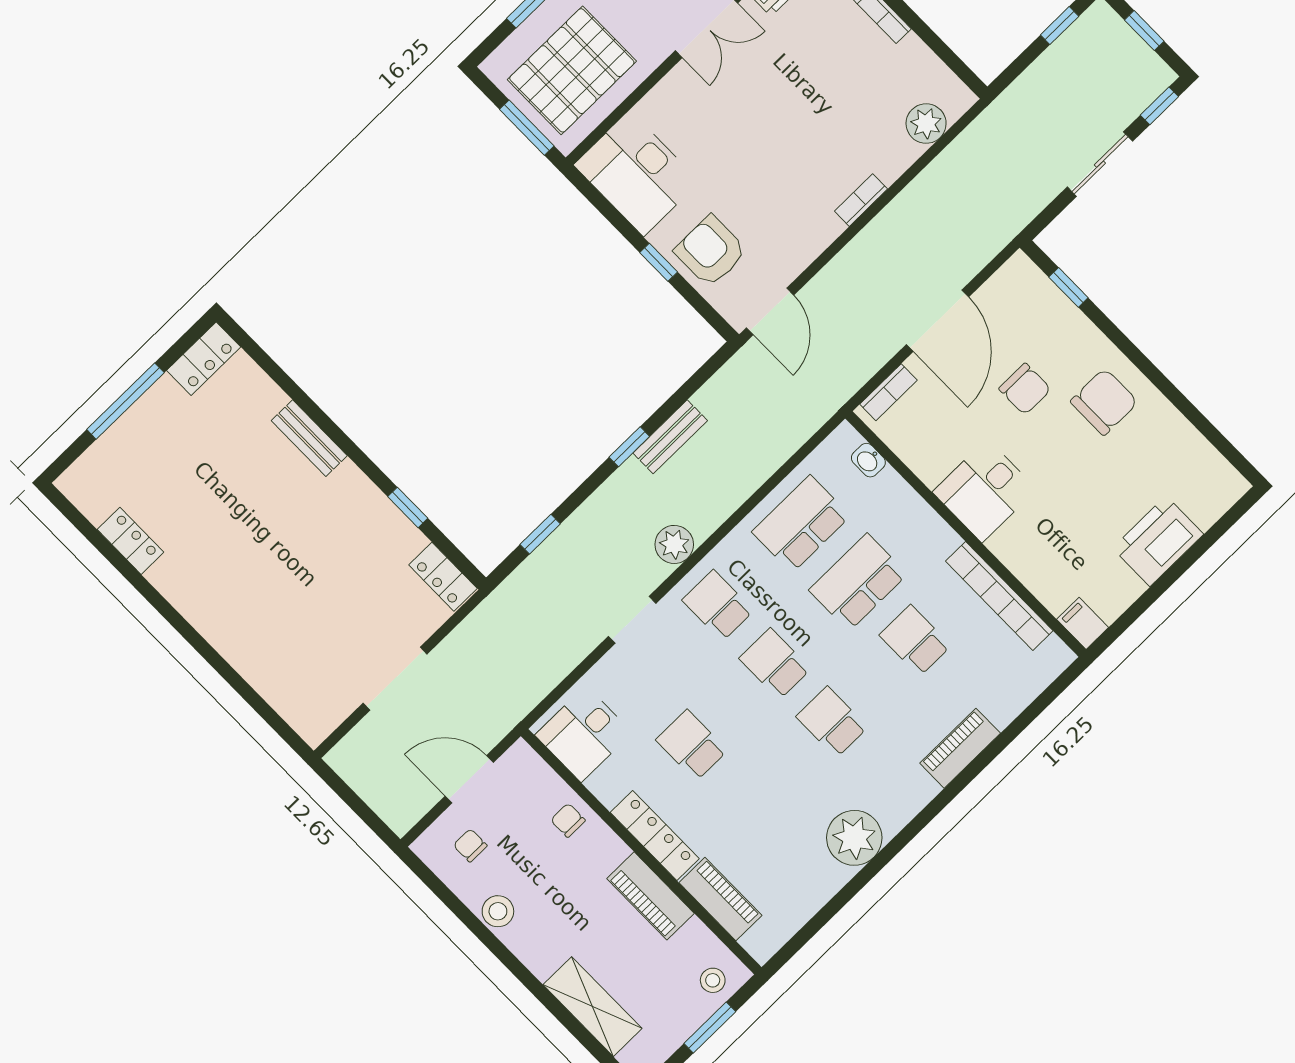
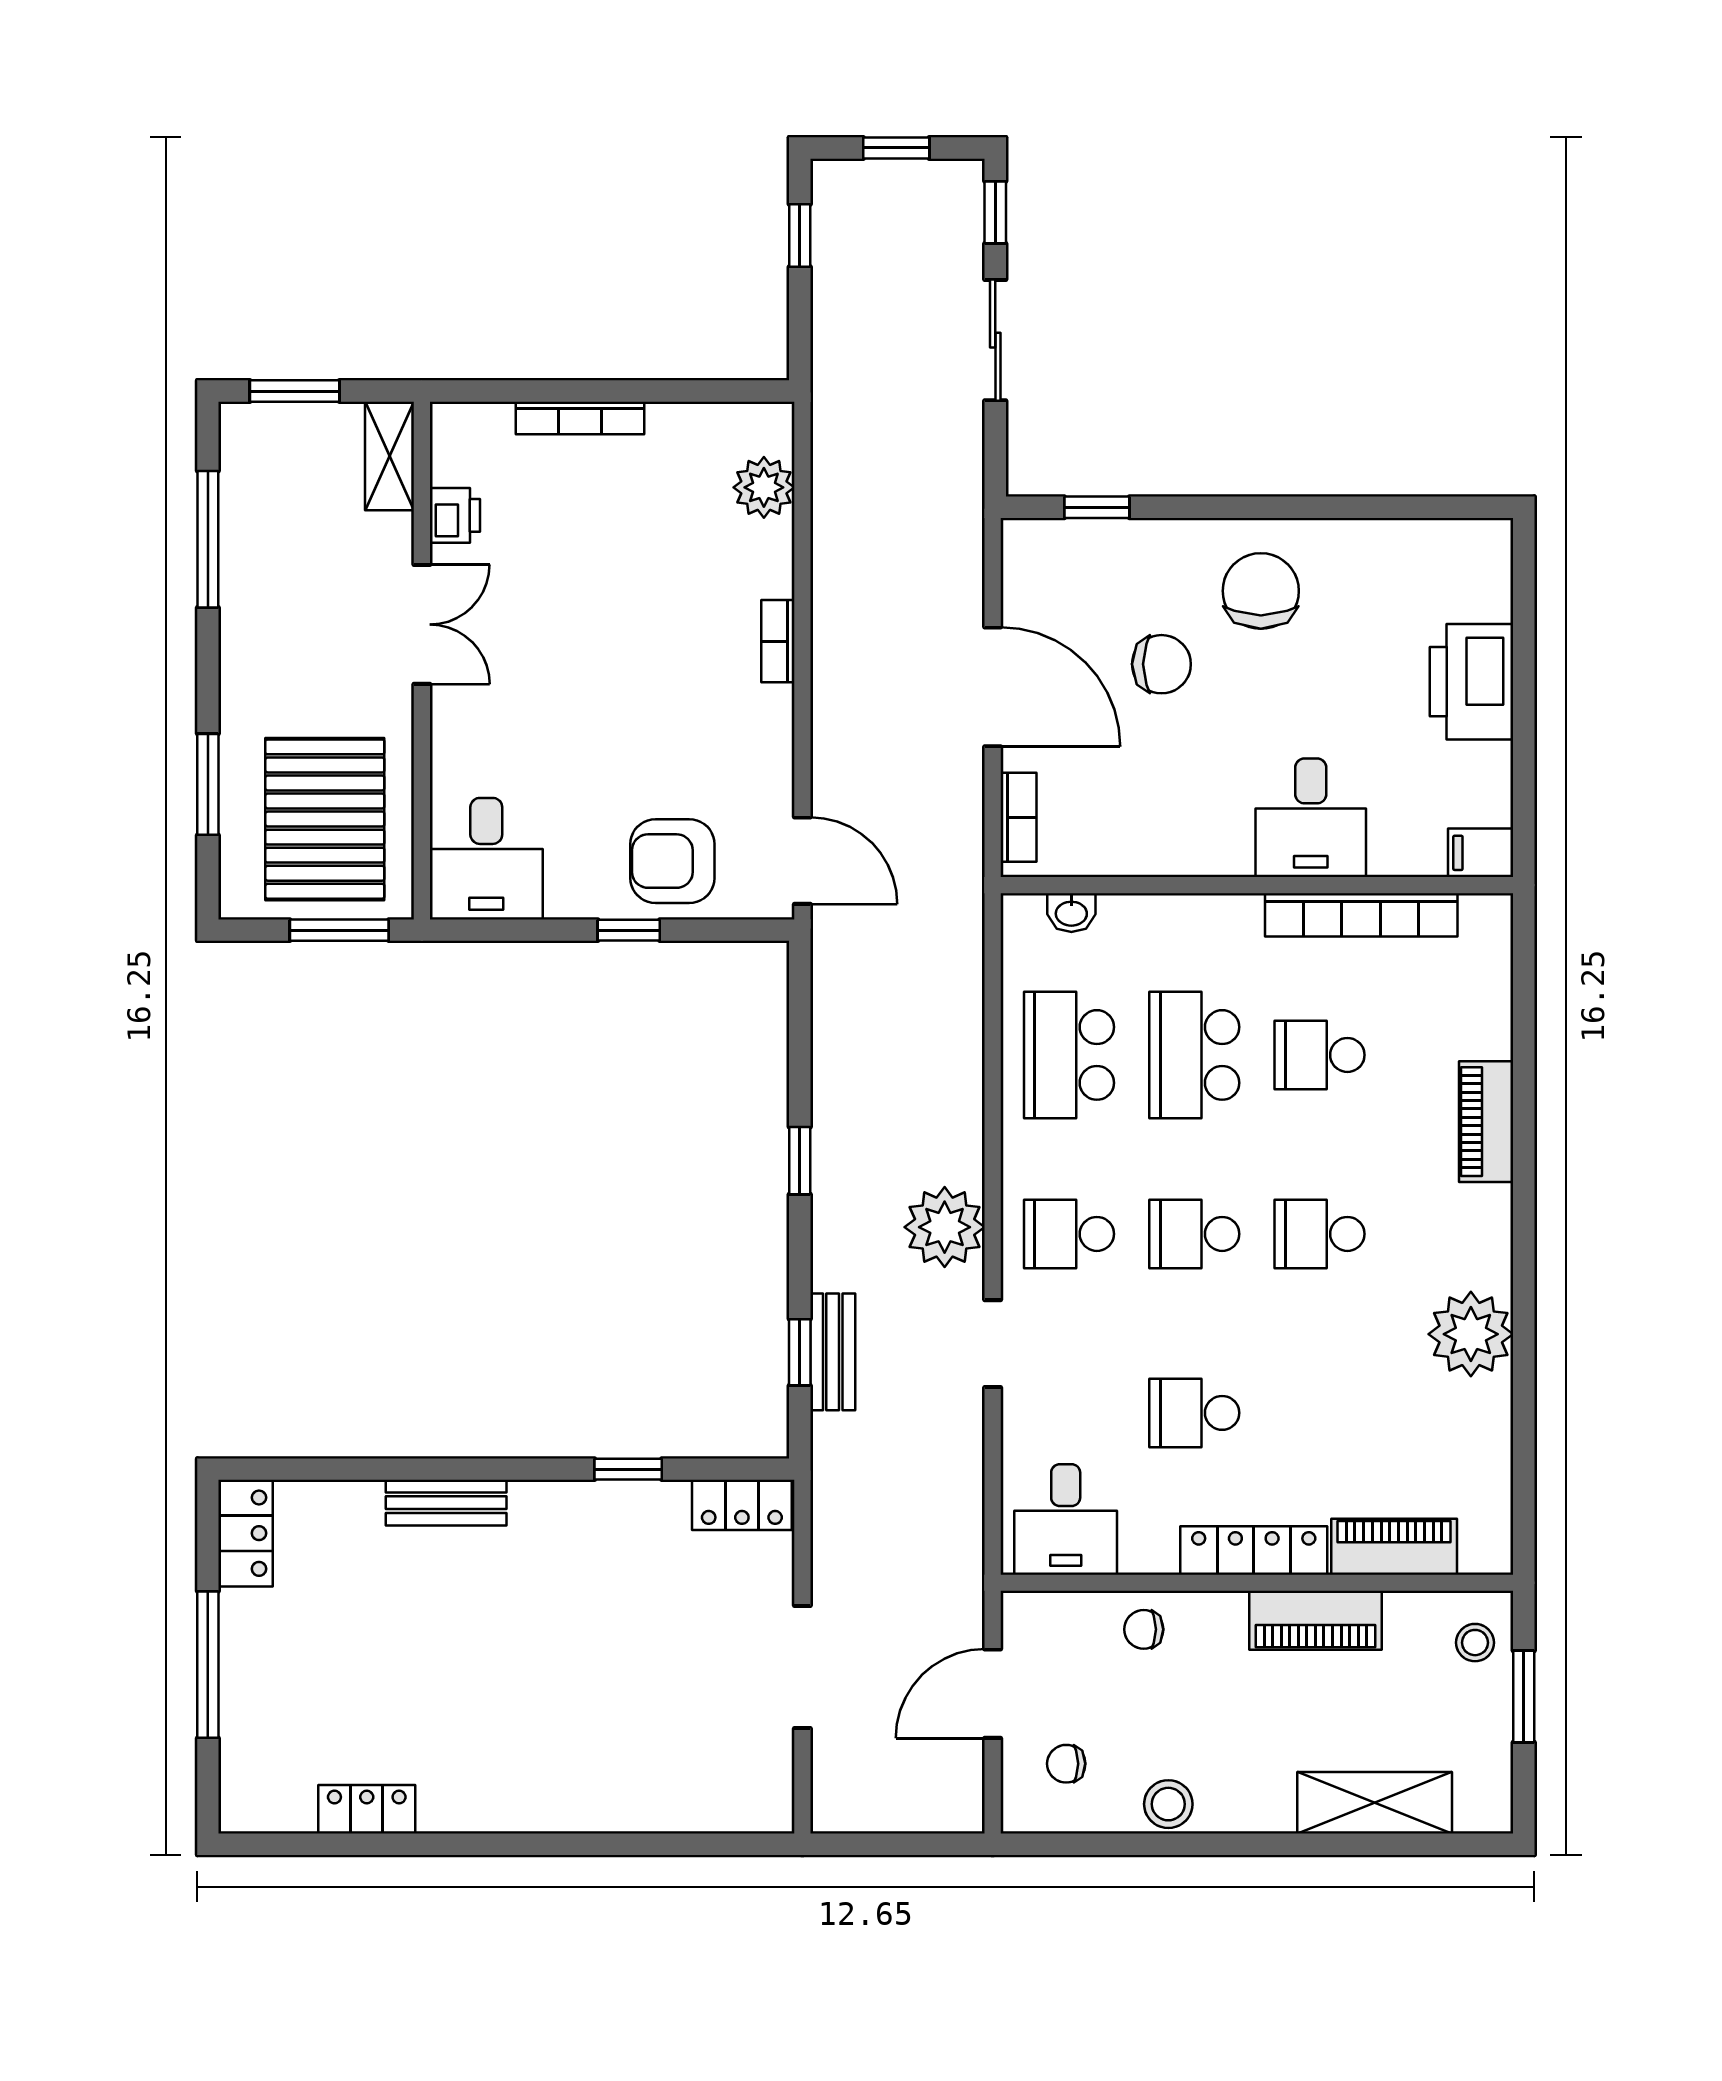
desk: (637, 173) -> (486, 859), width x0.73
bench: (670, 437) -> (833, 1352), moved
desk: (985, 491) -> (1311, 818), moved
plant: (674, 544) -> (945, 1227), width x1.36, depth x1.36

